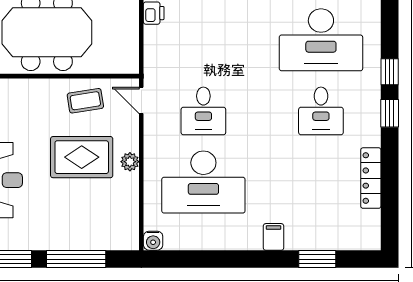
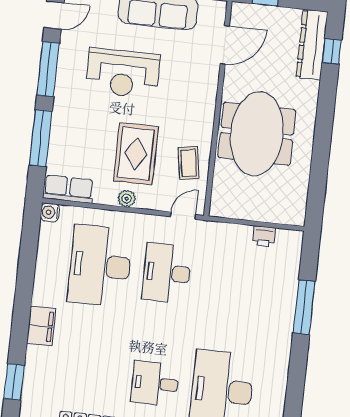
desk: (203, 111) -> (167, 273), width x1.37
row of seats: (127, 224) -> (68, 189), added
filing cabinet: (274, 237) -> (41, 326), width x2.00
window: (317, 259) -> (14, 382), moved

